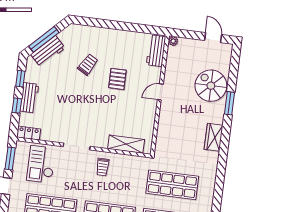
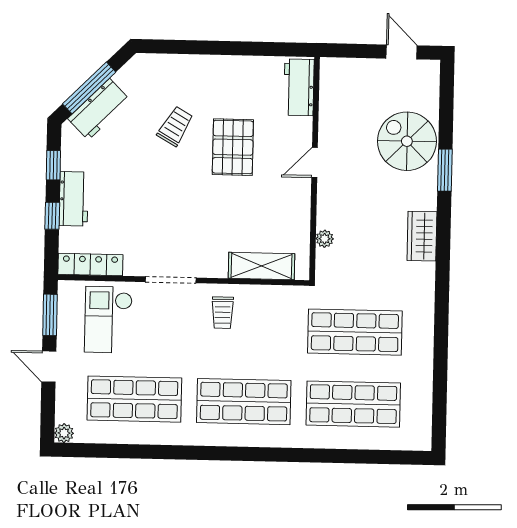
plant: (173, 41) -> (325, 239), moved
pallet: (117, 79) -> (233, 147), width x1.50, depth x1.42
locker: (29, 133) -> (90, 265), width x1.53

